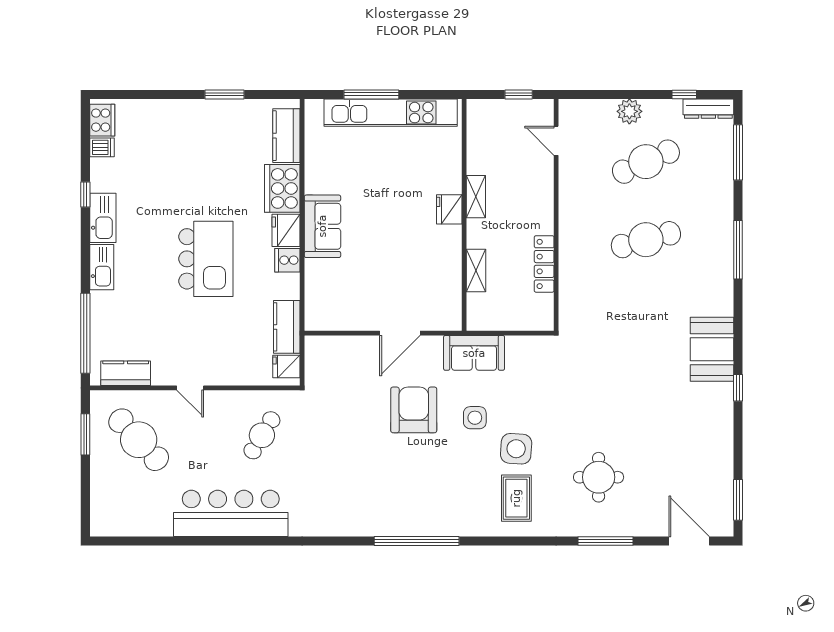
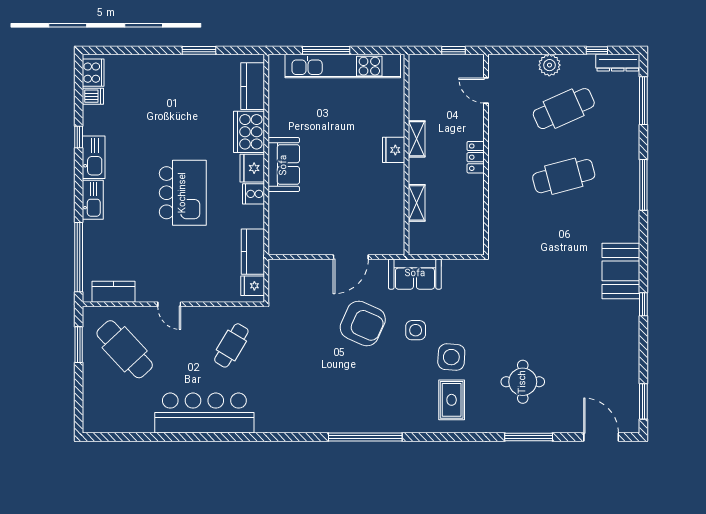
locker: (544, 264) -> (476, 157), moved, width x0.66
armchair: (414, 410) -> (363, 323), turned 114

